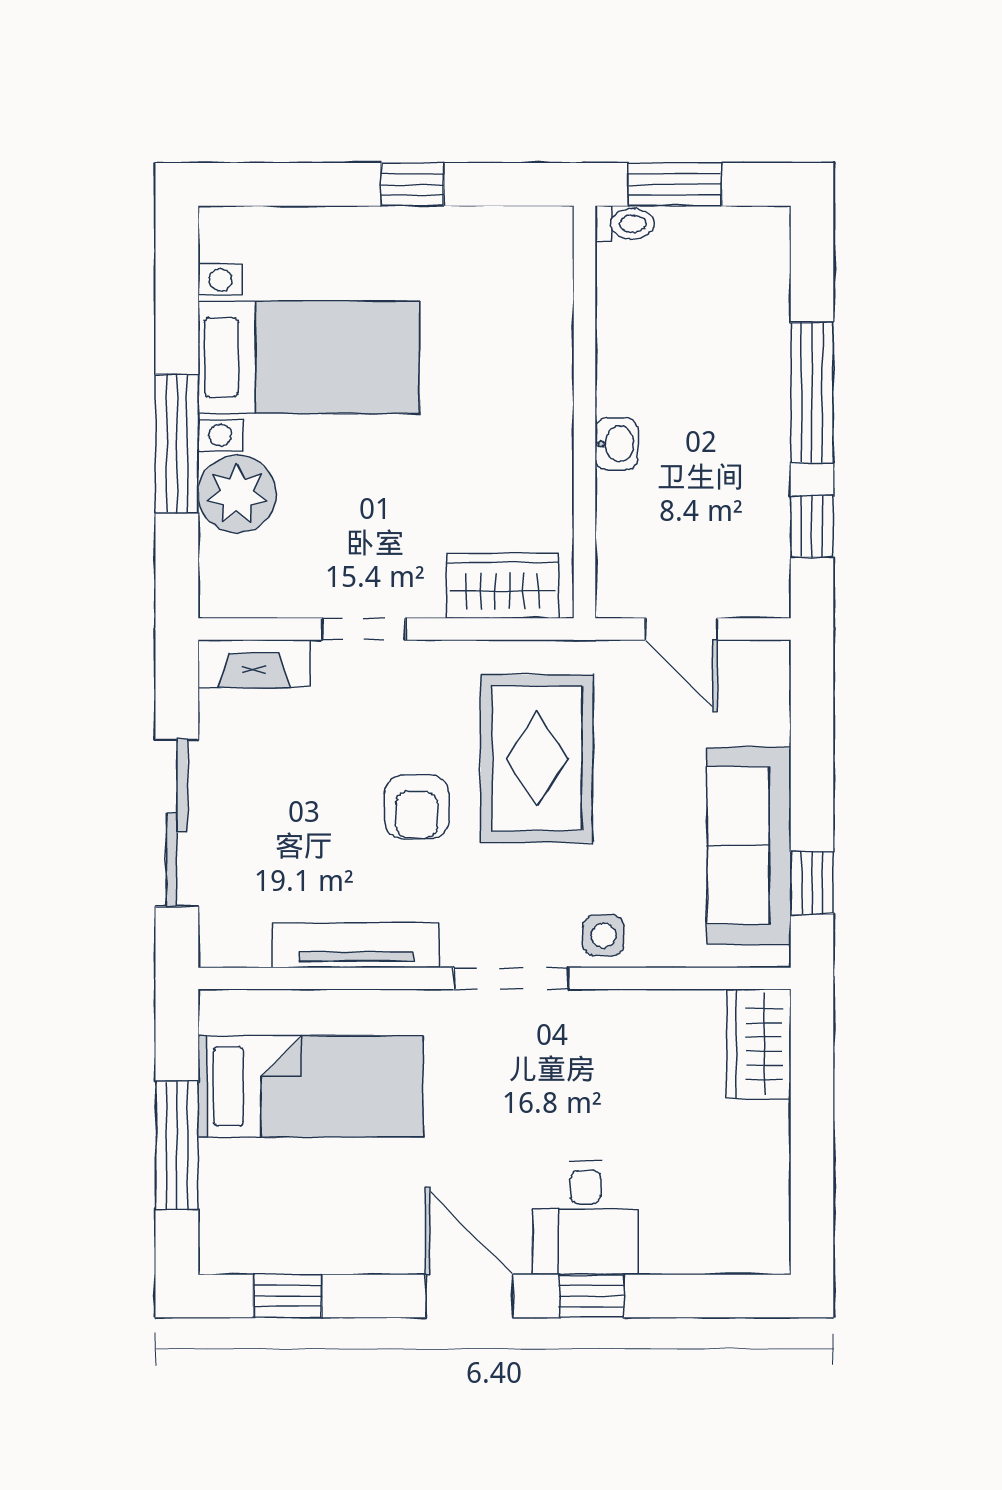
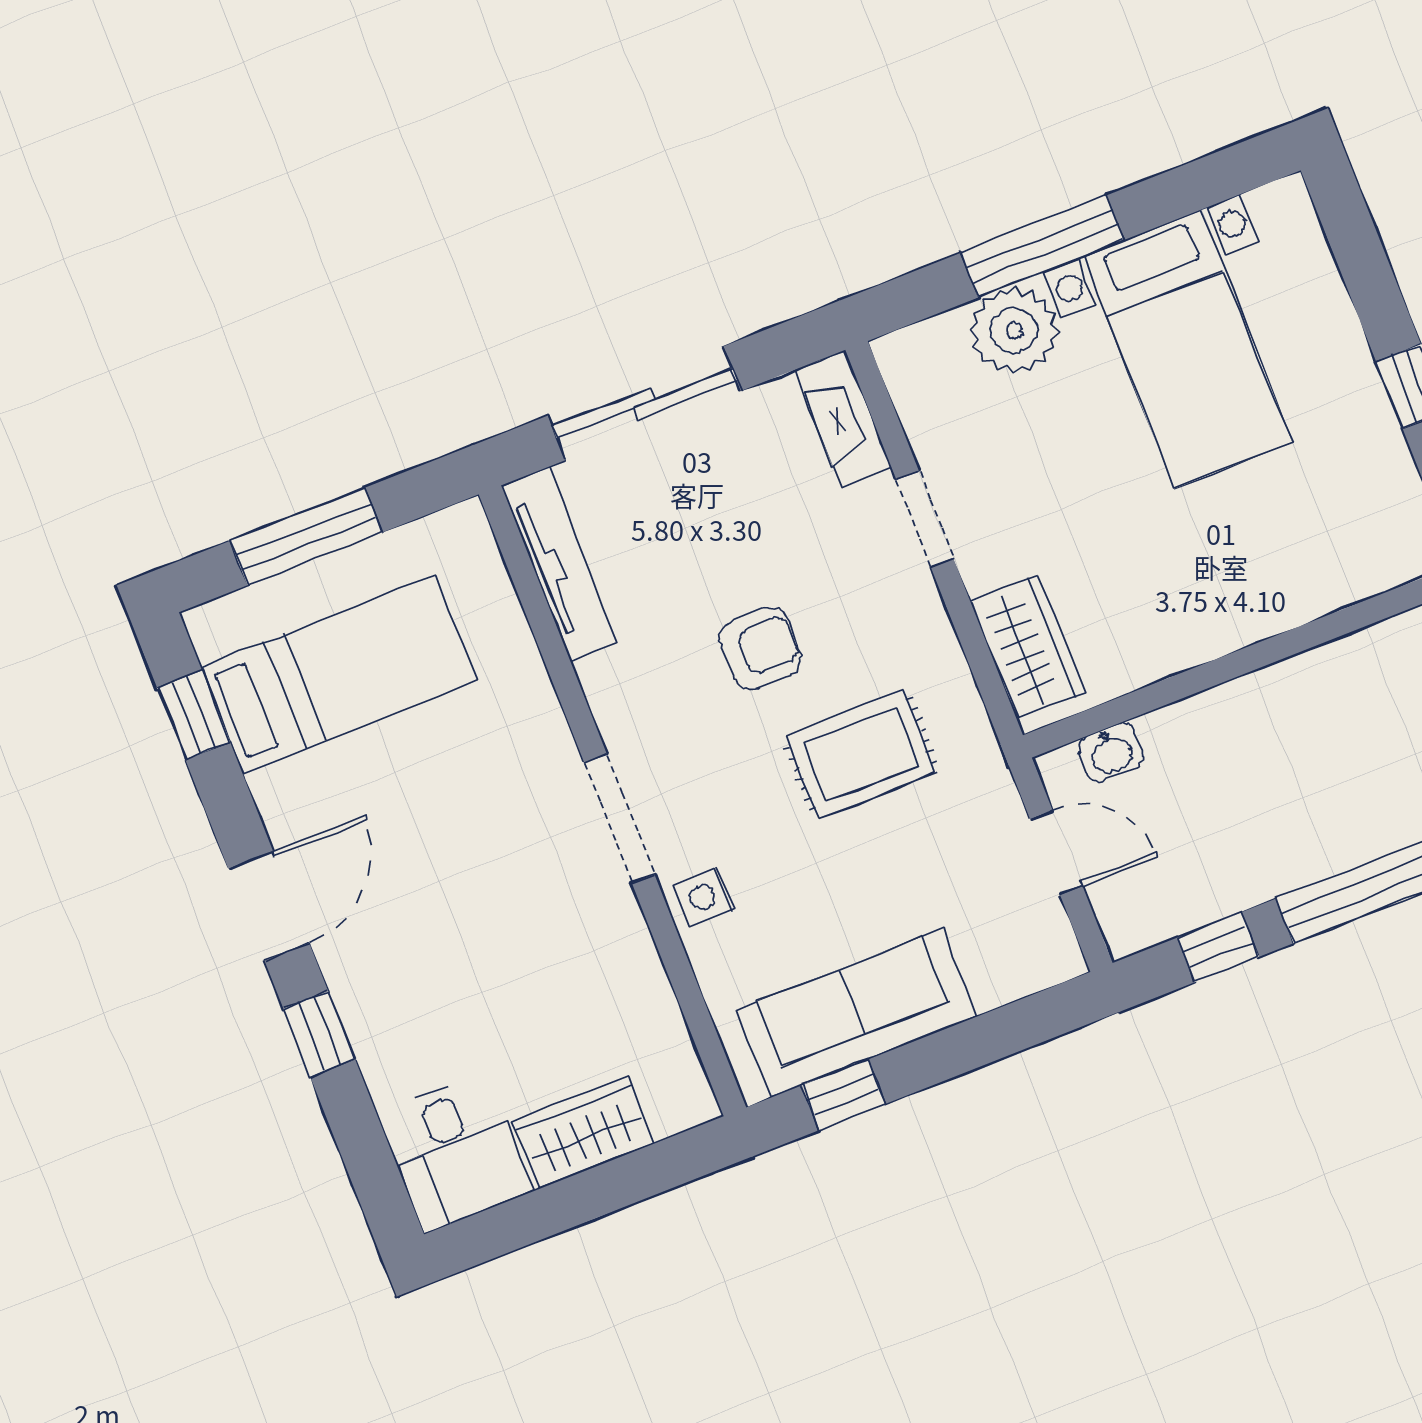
washbasin: (616, 444) -> (1111, 752), moved
door: (681, 629) -> (1056, 852), swing flipped
rug: (537, 759) -> (861, 754), width x0.73, depth x0.70
armchair: (417, 807) -> (760, 648), turned 180
tv unit: (356, 945) -> (559, 564), moved
wardrobe: (759, 1044) -> (584, 1133), moved
bed: (311, 1086) -> (339, 674), moved, turned -90
desk: (586, 1218) -> (456, 1153), moved, turned -90

